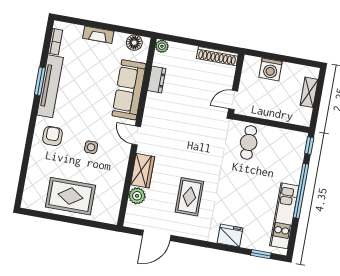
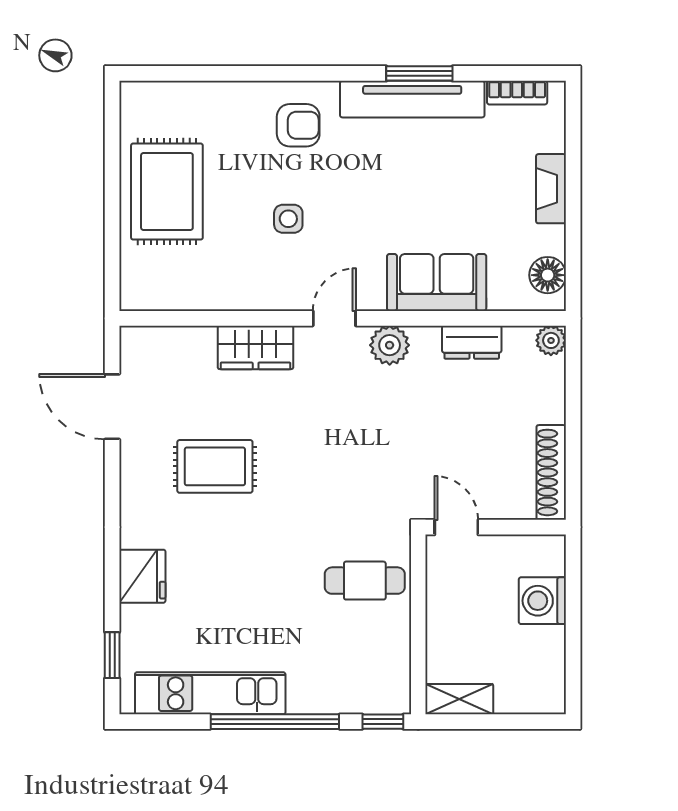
sofa: (129, 90) -> (437, 282), width x0.73
shelving: (309, 92) -> (459, 699), moved
plant: (137, 196) -> (390, 345), moved

